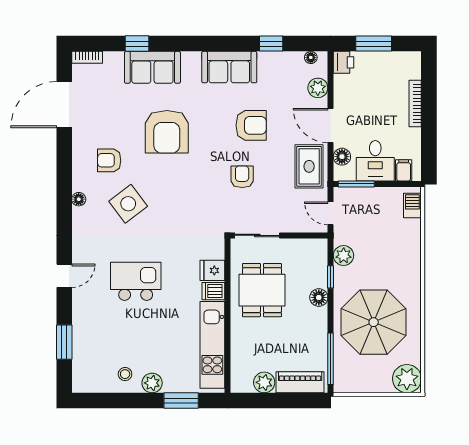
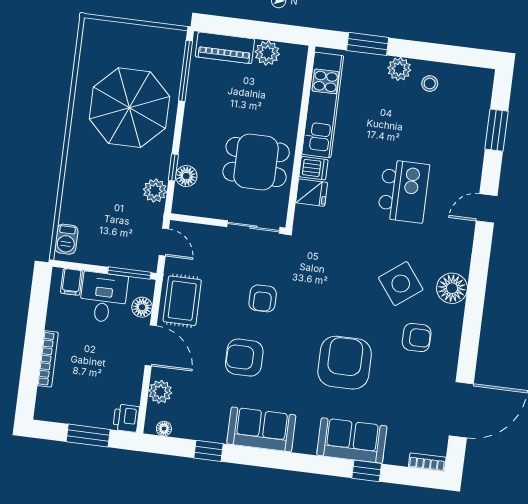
floor lamp: (79, 199) -> (452, 288), width x1.89, depth x1.89
kitchen island: (136, 281) -> (403, 191), turned -90
dining table: (262, 290) -> (256, 162), turned 90
floor lamp: (319, 297) -> (186, 176), moved
plant: (407, 379) -> (99, 36), removed

